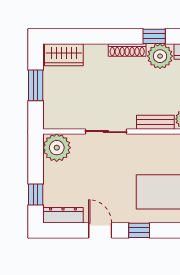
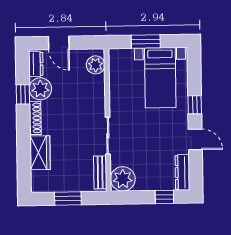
wardrobe: (64, 55) -> (40, 153), moved
bench: (155, 122) -> (100, 172), moved
door: (100, 230) -> (195, 139), swing flipped

